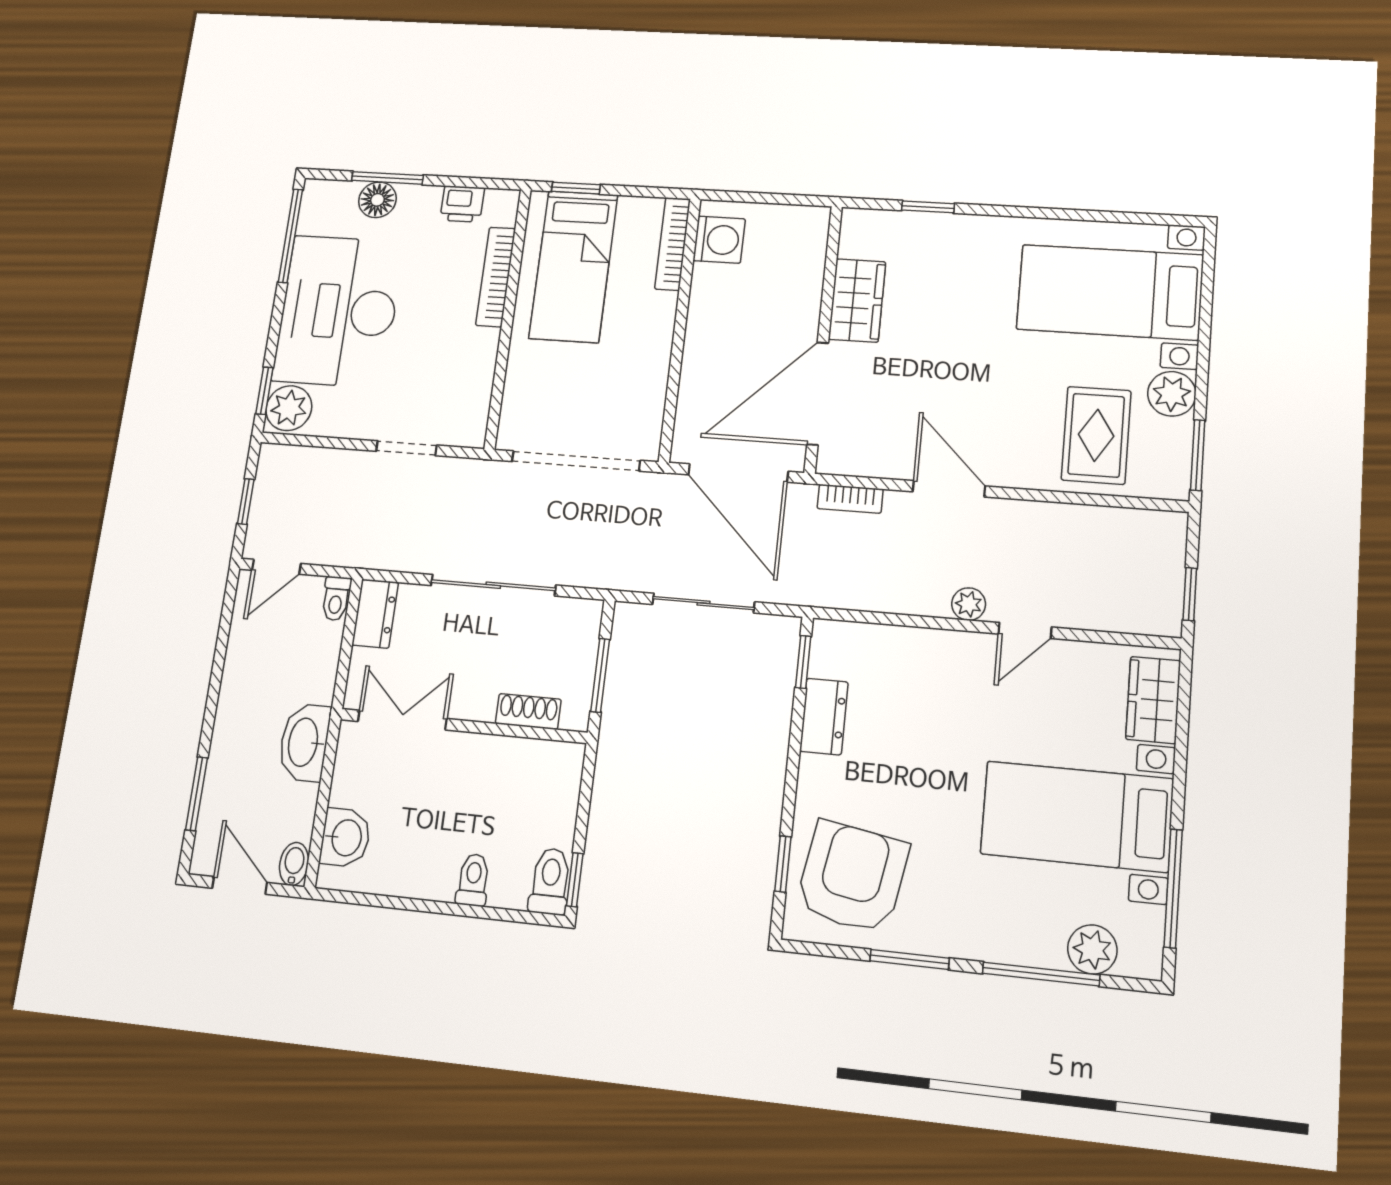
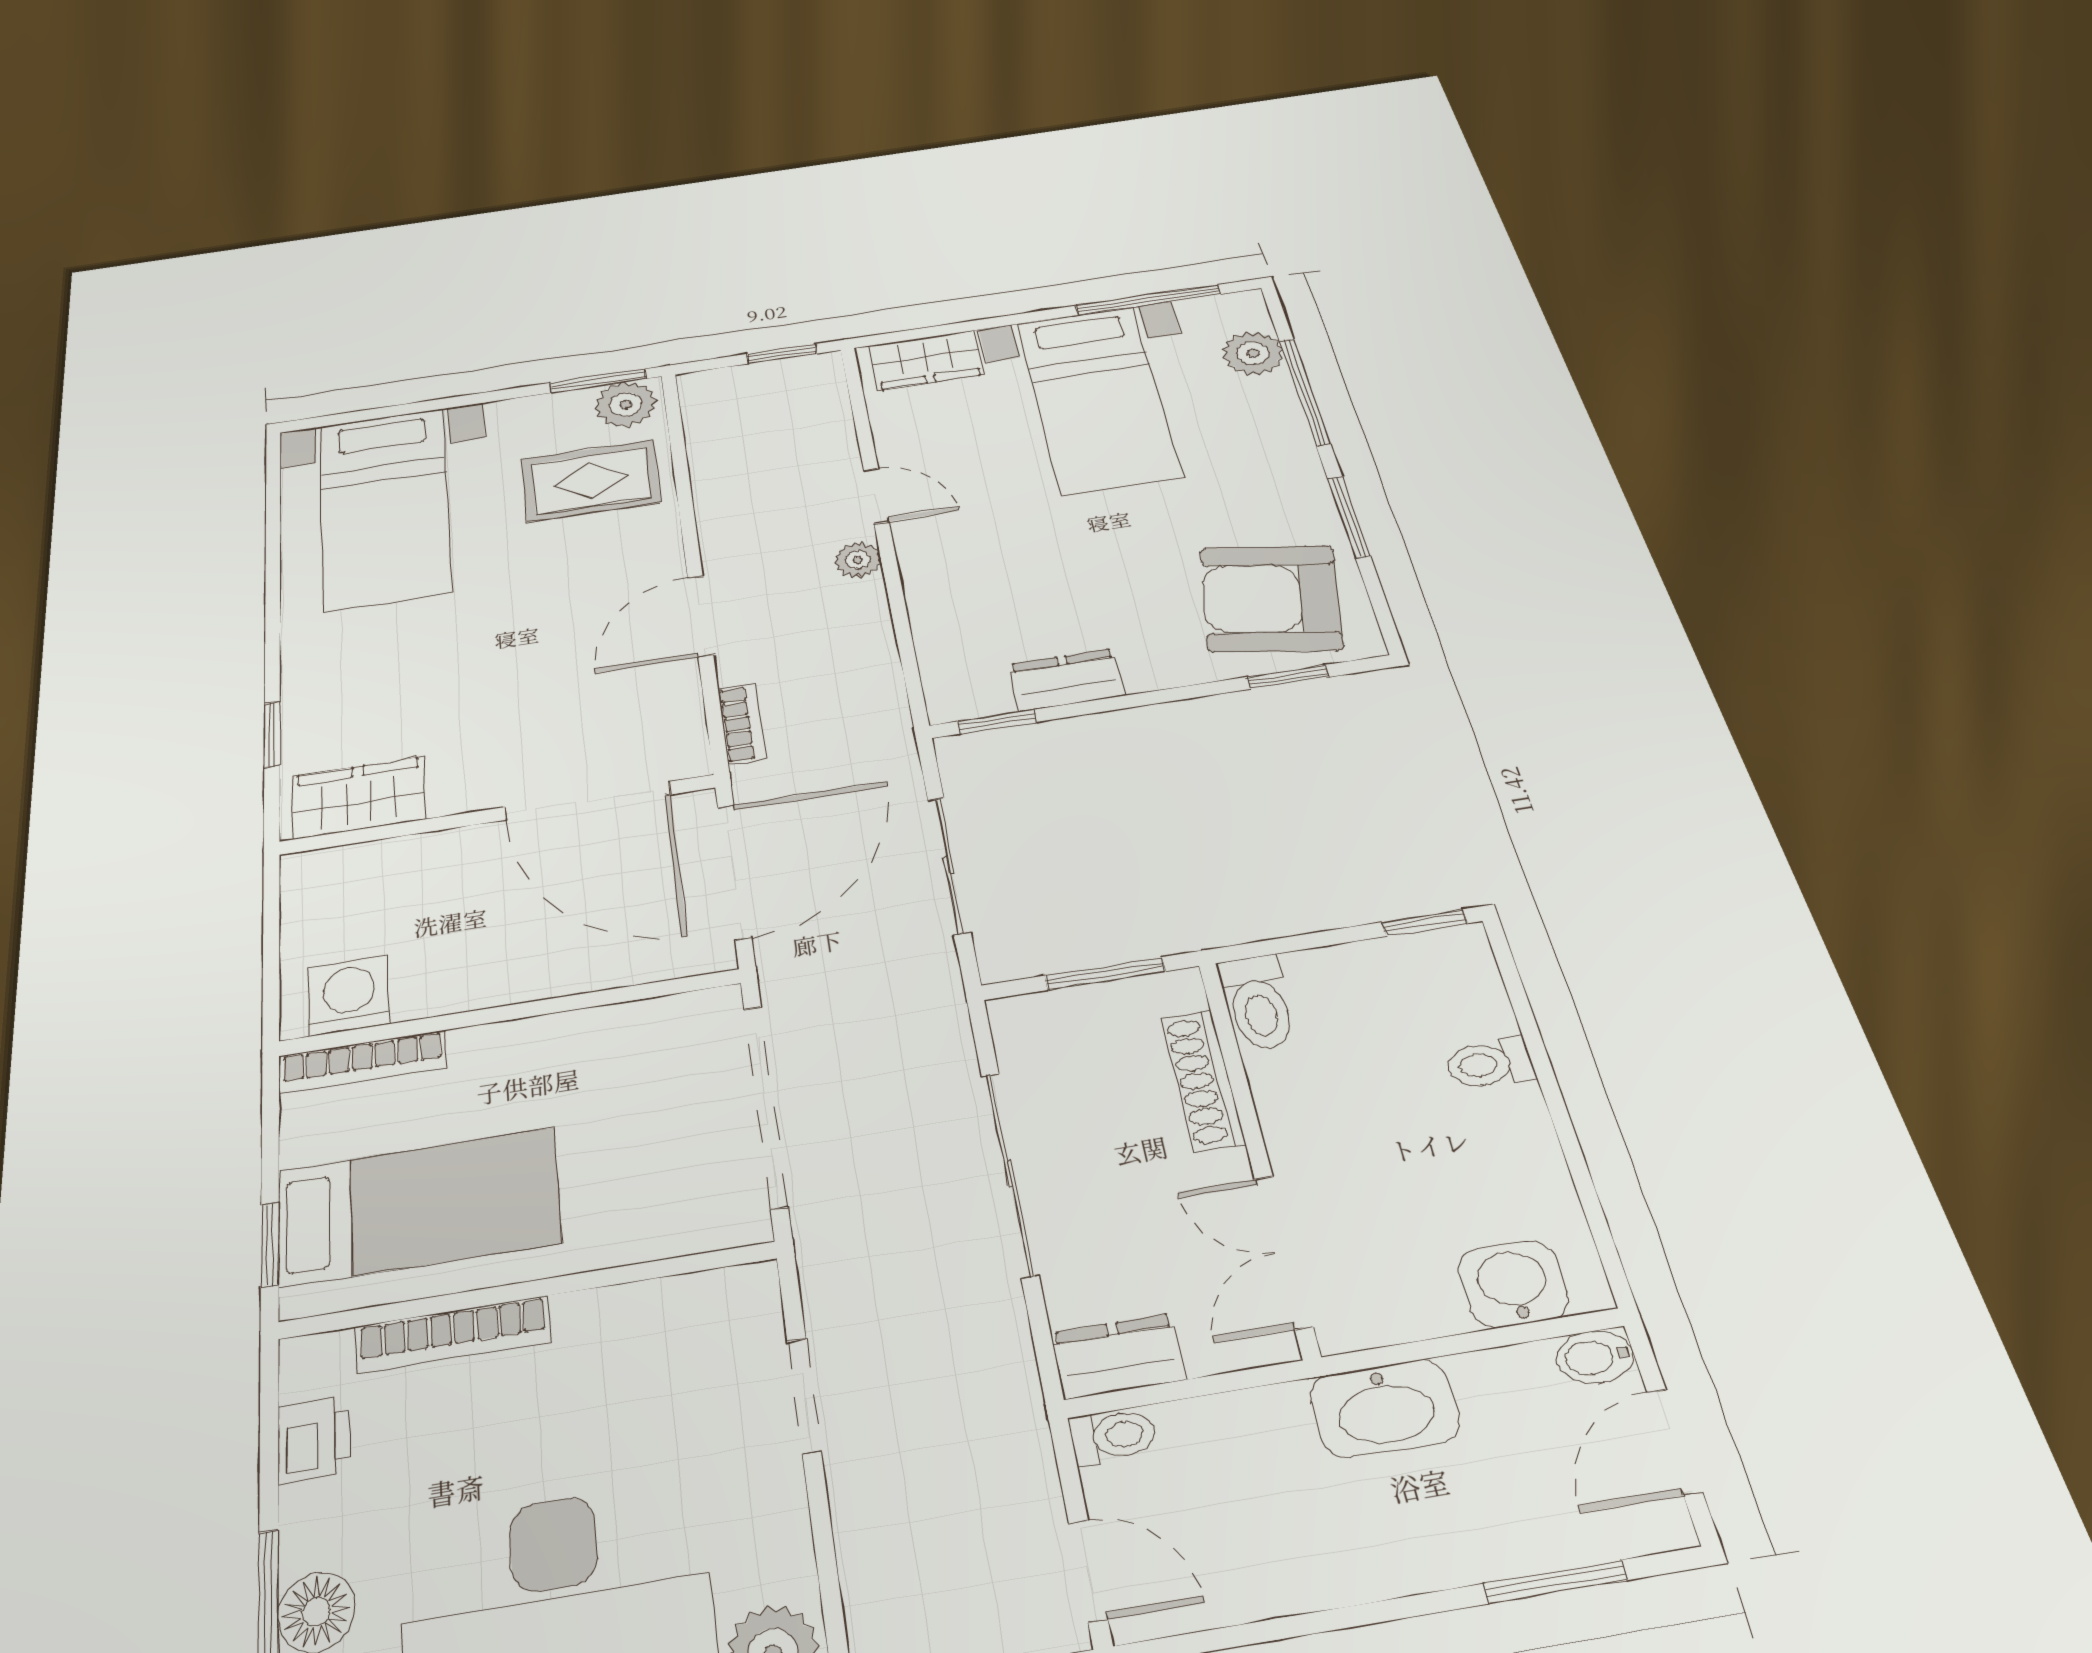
wardrobe: (857, 300) -> (358, 798), moved
plant: (1172, 394) -> (626, 404), moved
shoe rack: (528, 711) -> (1203, 1080), width x1.43
toilet: (550, 881) -> (1258, 1003), moved, turned -90

